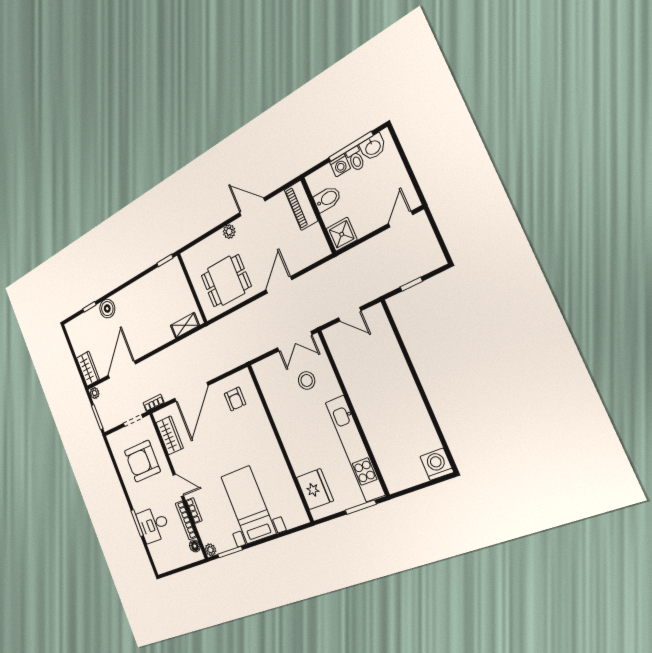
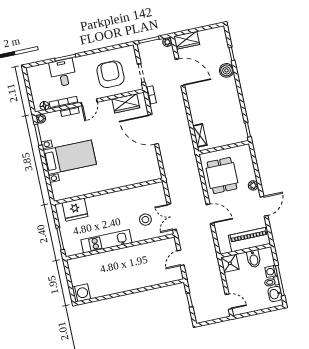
piano: (301, 205) -> (249, 240), width x1.37, depth x1.33
armchair: (235, 399) -> (143, 164), removed
kitchen unit: (355, 448) -> (106, 241), width x0.73

